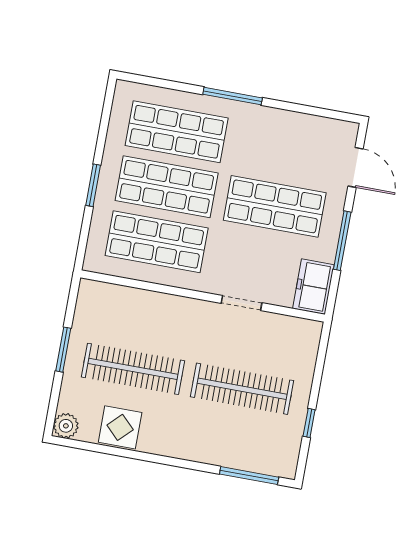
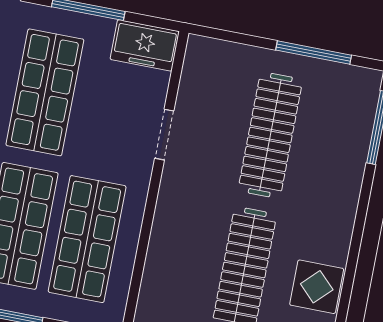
window: (309, 423) -> (314, 53), width x2.17

